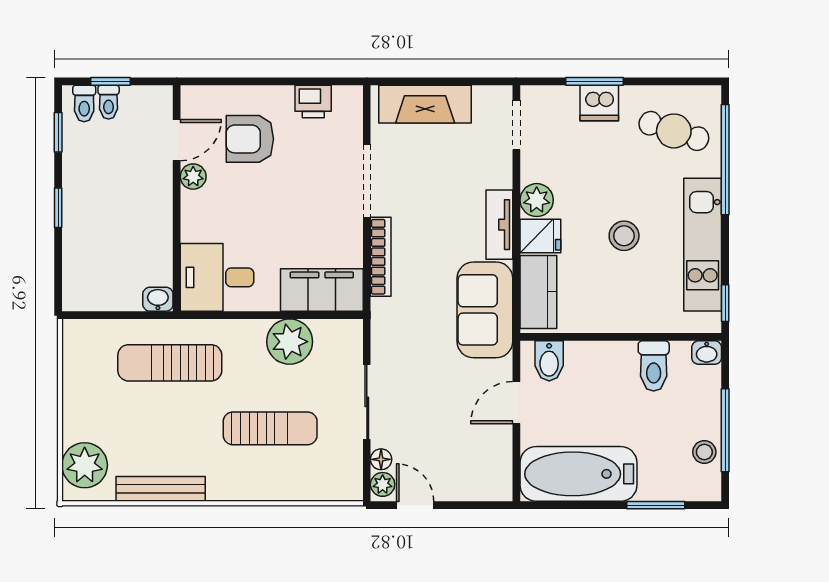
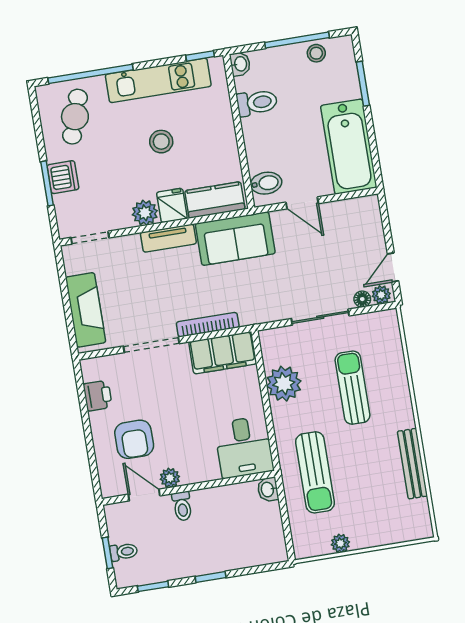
toilet: (84, 103) -> (182, 506), moved, turned 90
filing cabinet: (322, 290) -> (223, 353), moved, turned -90
plant: (85, 465) -> (340, 543), moved, width x0.53, depth x0.53

